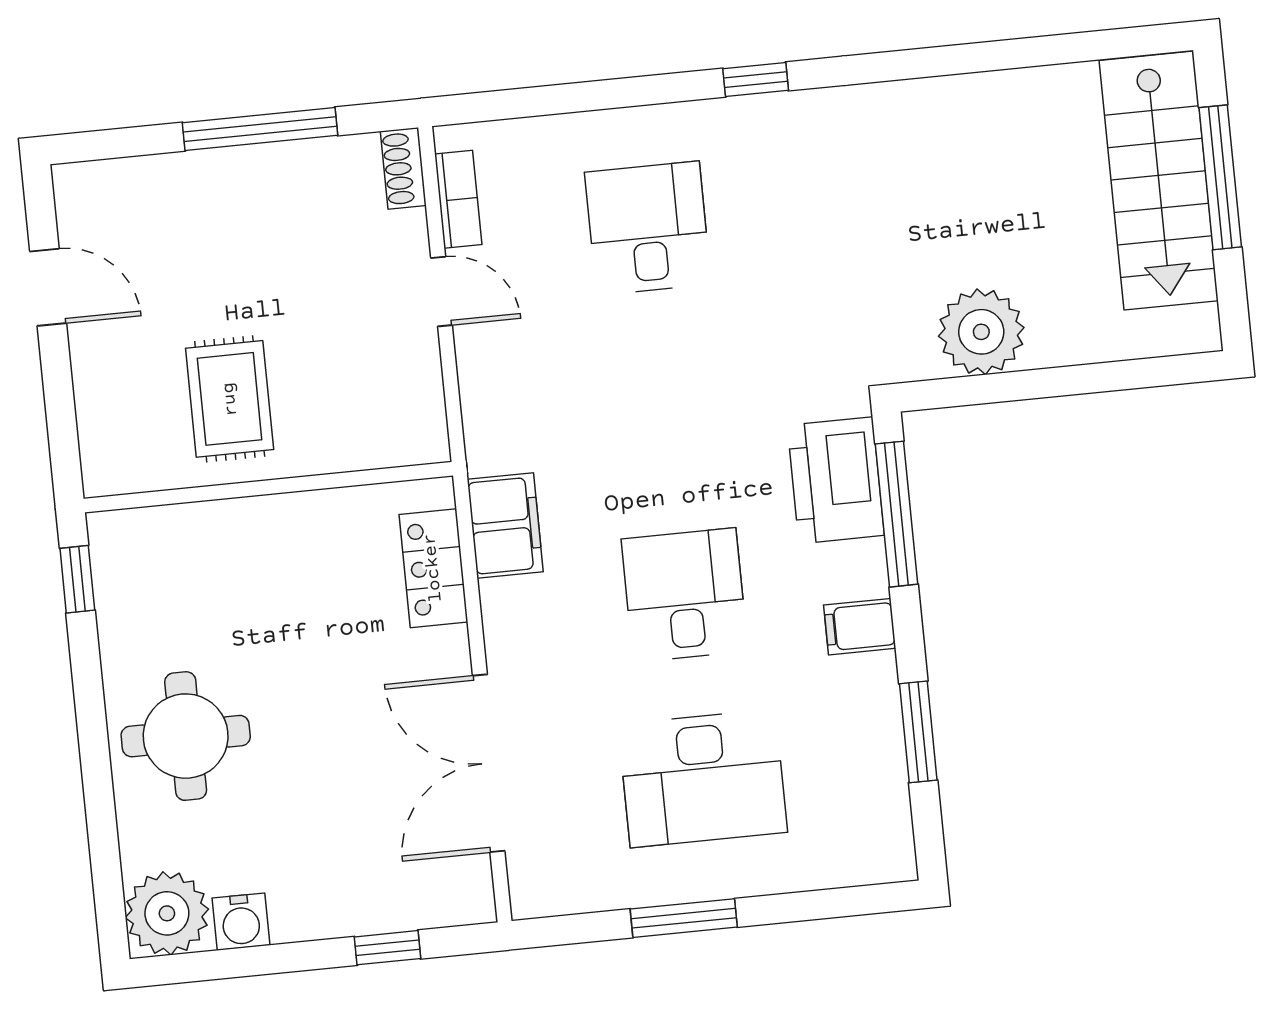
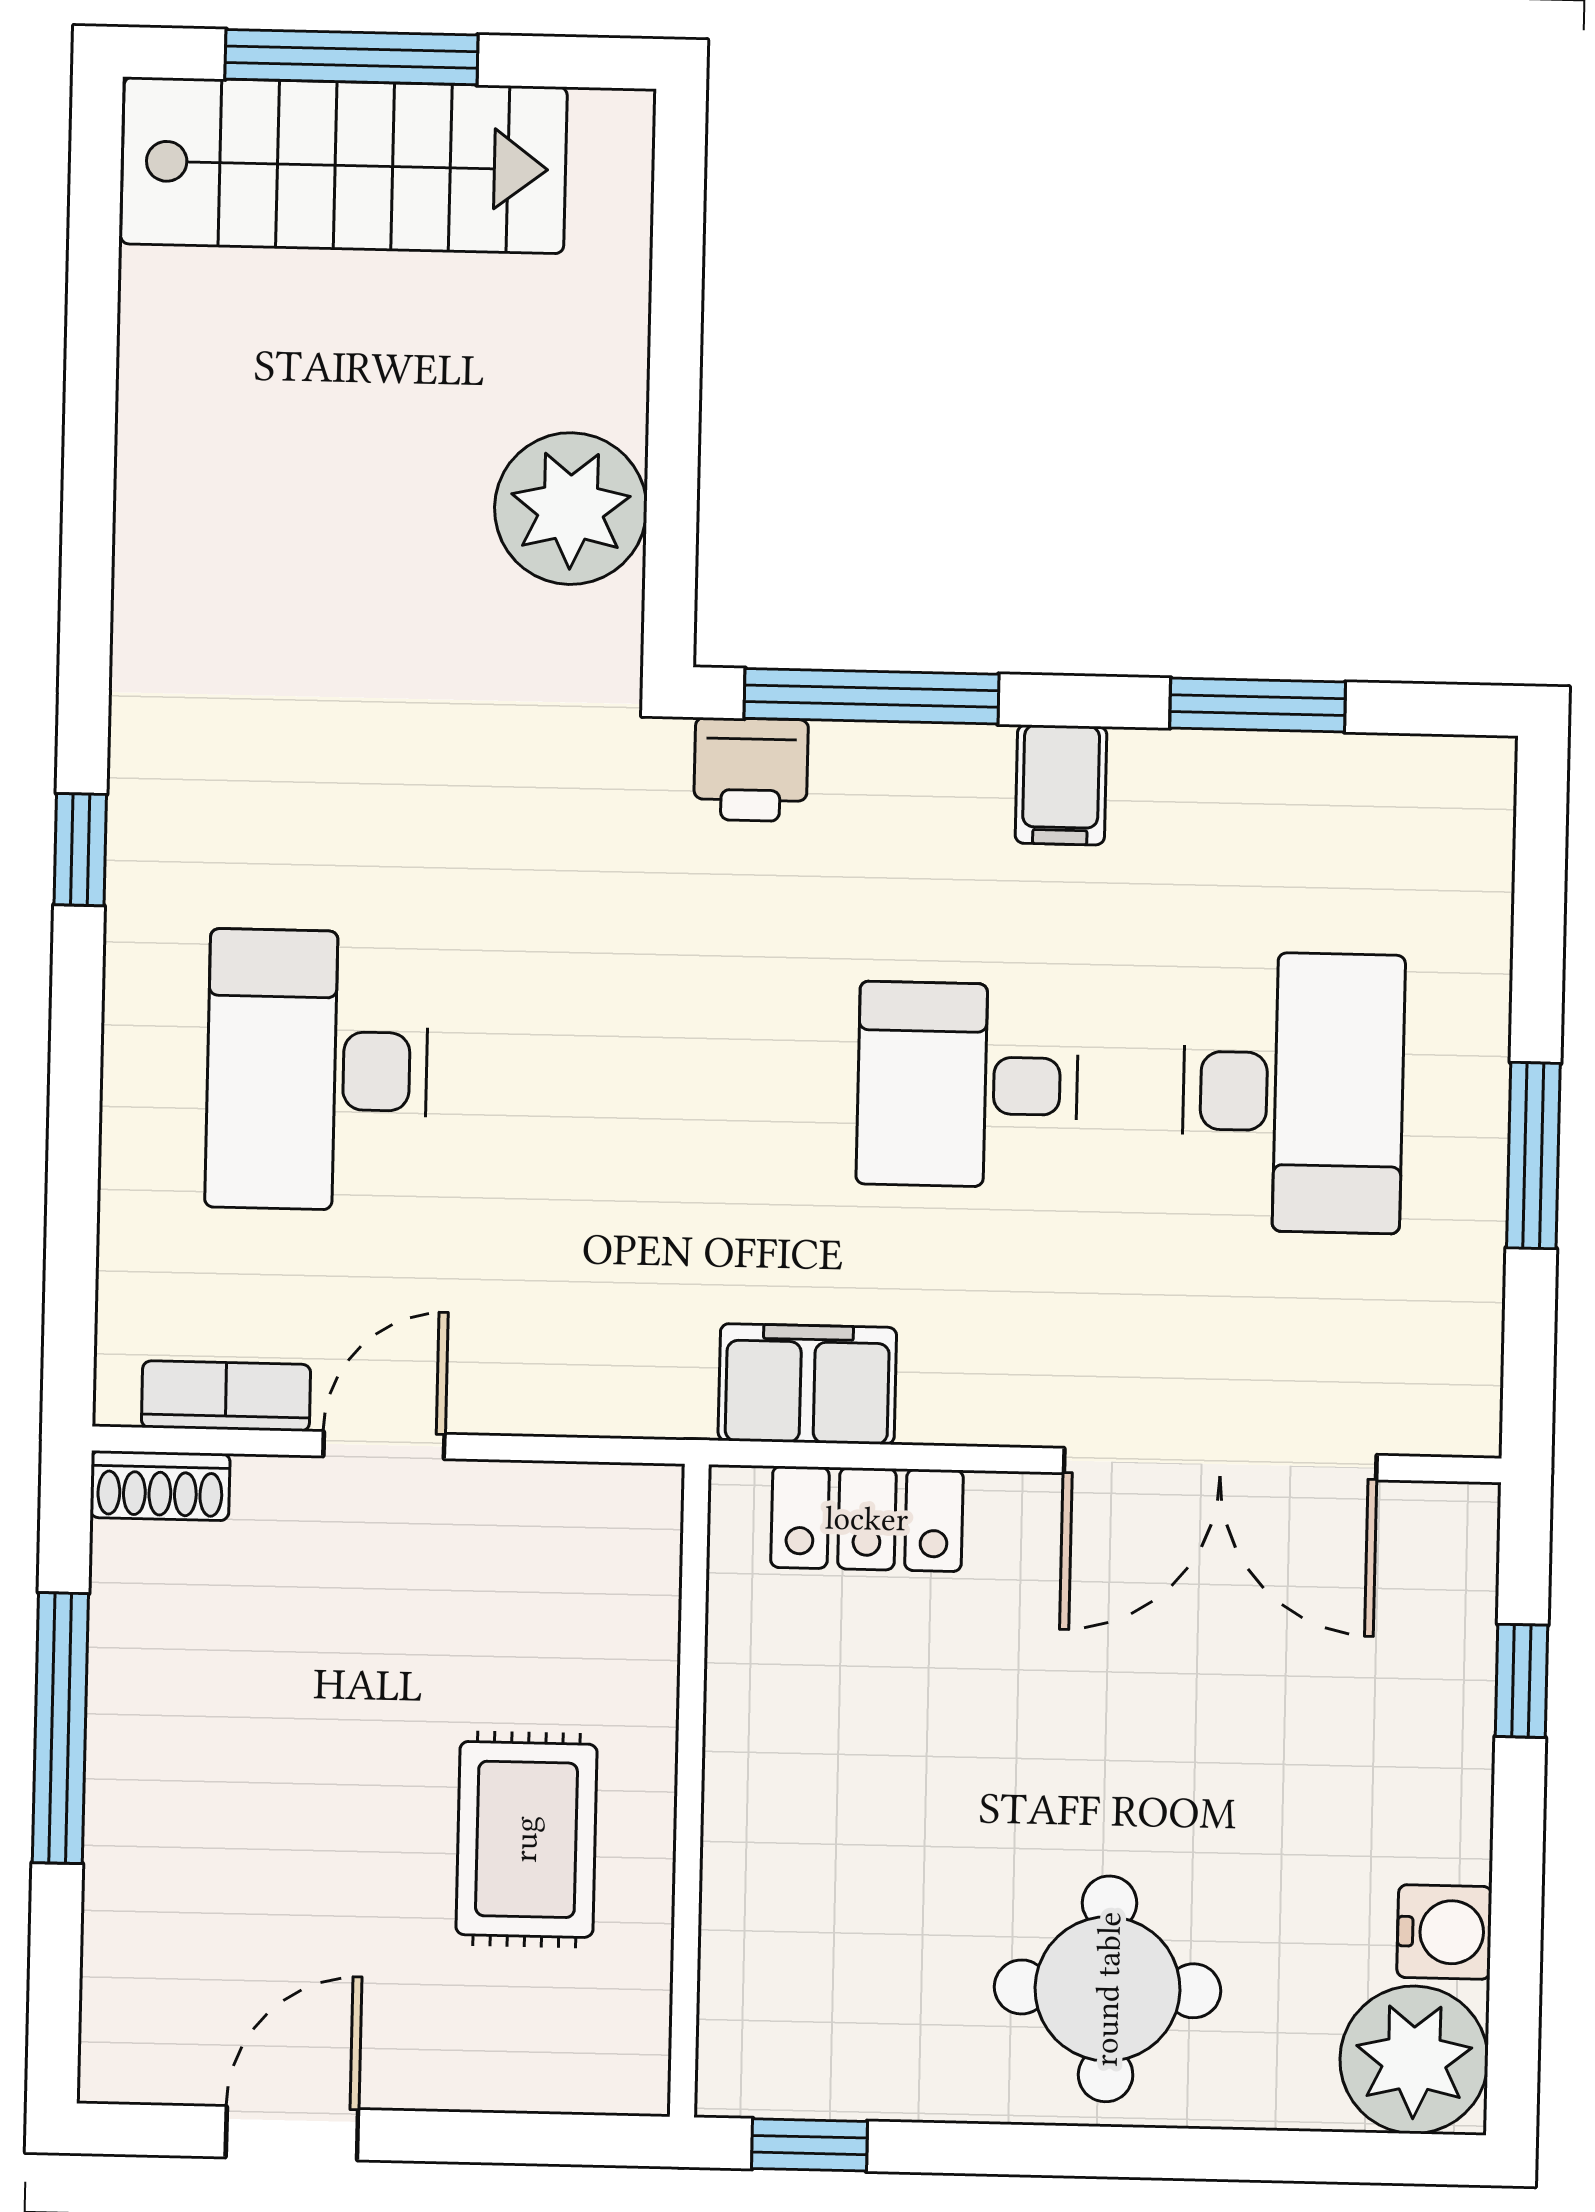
desk: (648, 228) -> (317, 1070), width x1.37
rug: (230, 399) -> (526, 1839), turned 90
printer: (836, 480) -> (751, 770), width x0.53, depth x0.68

